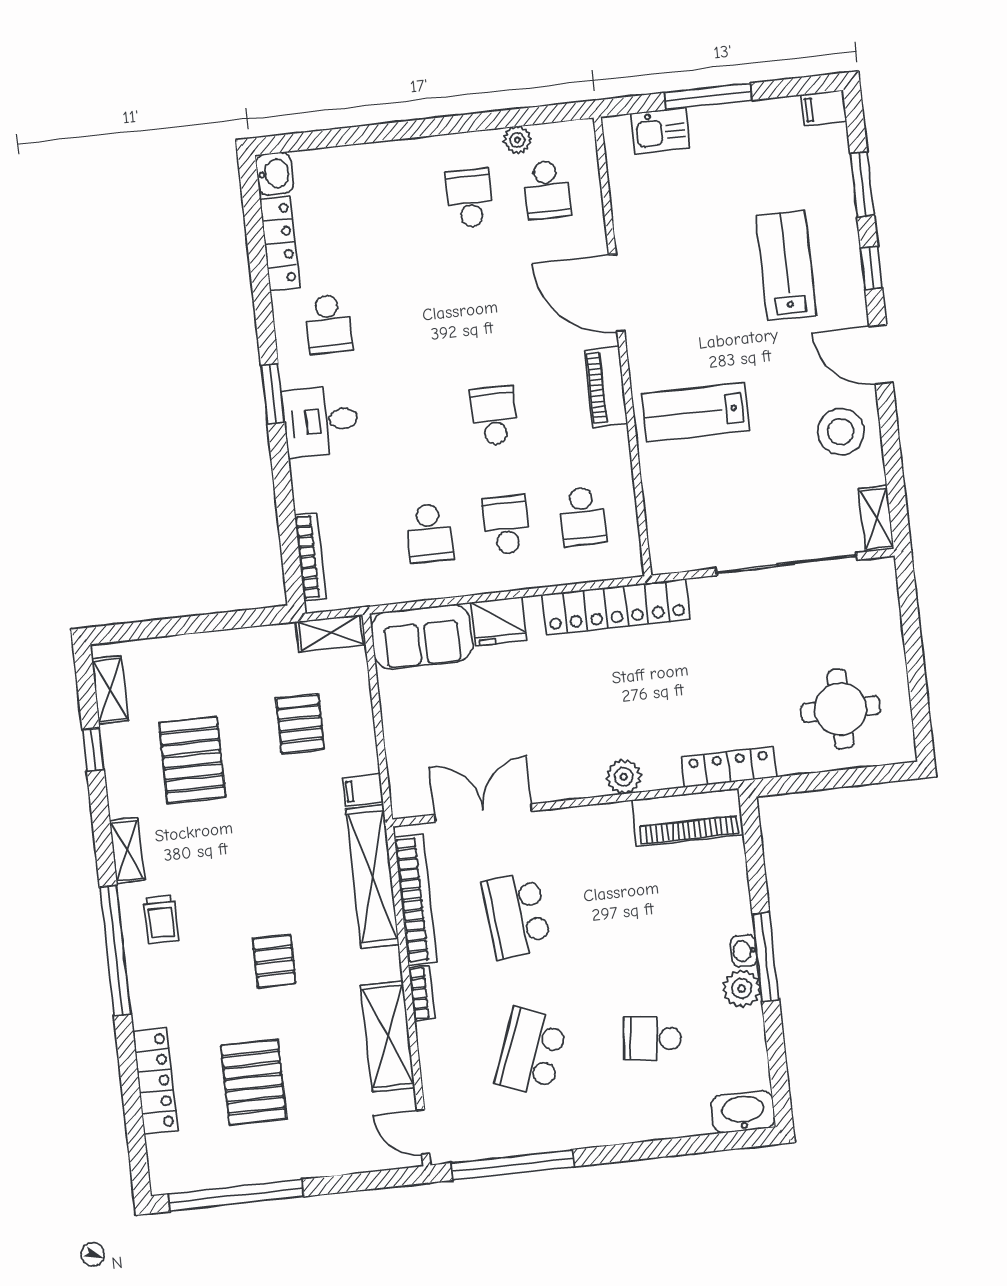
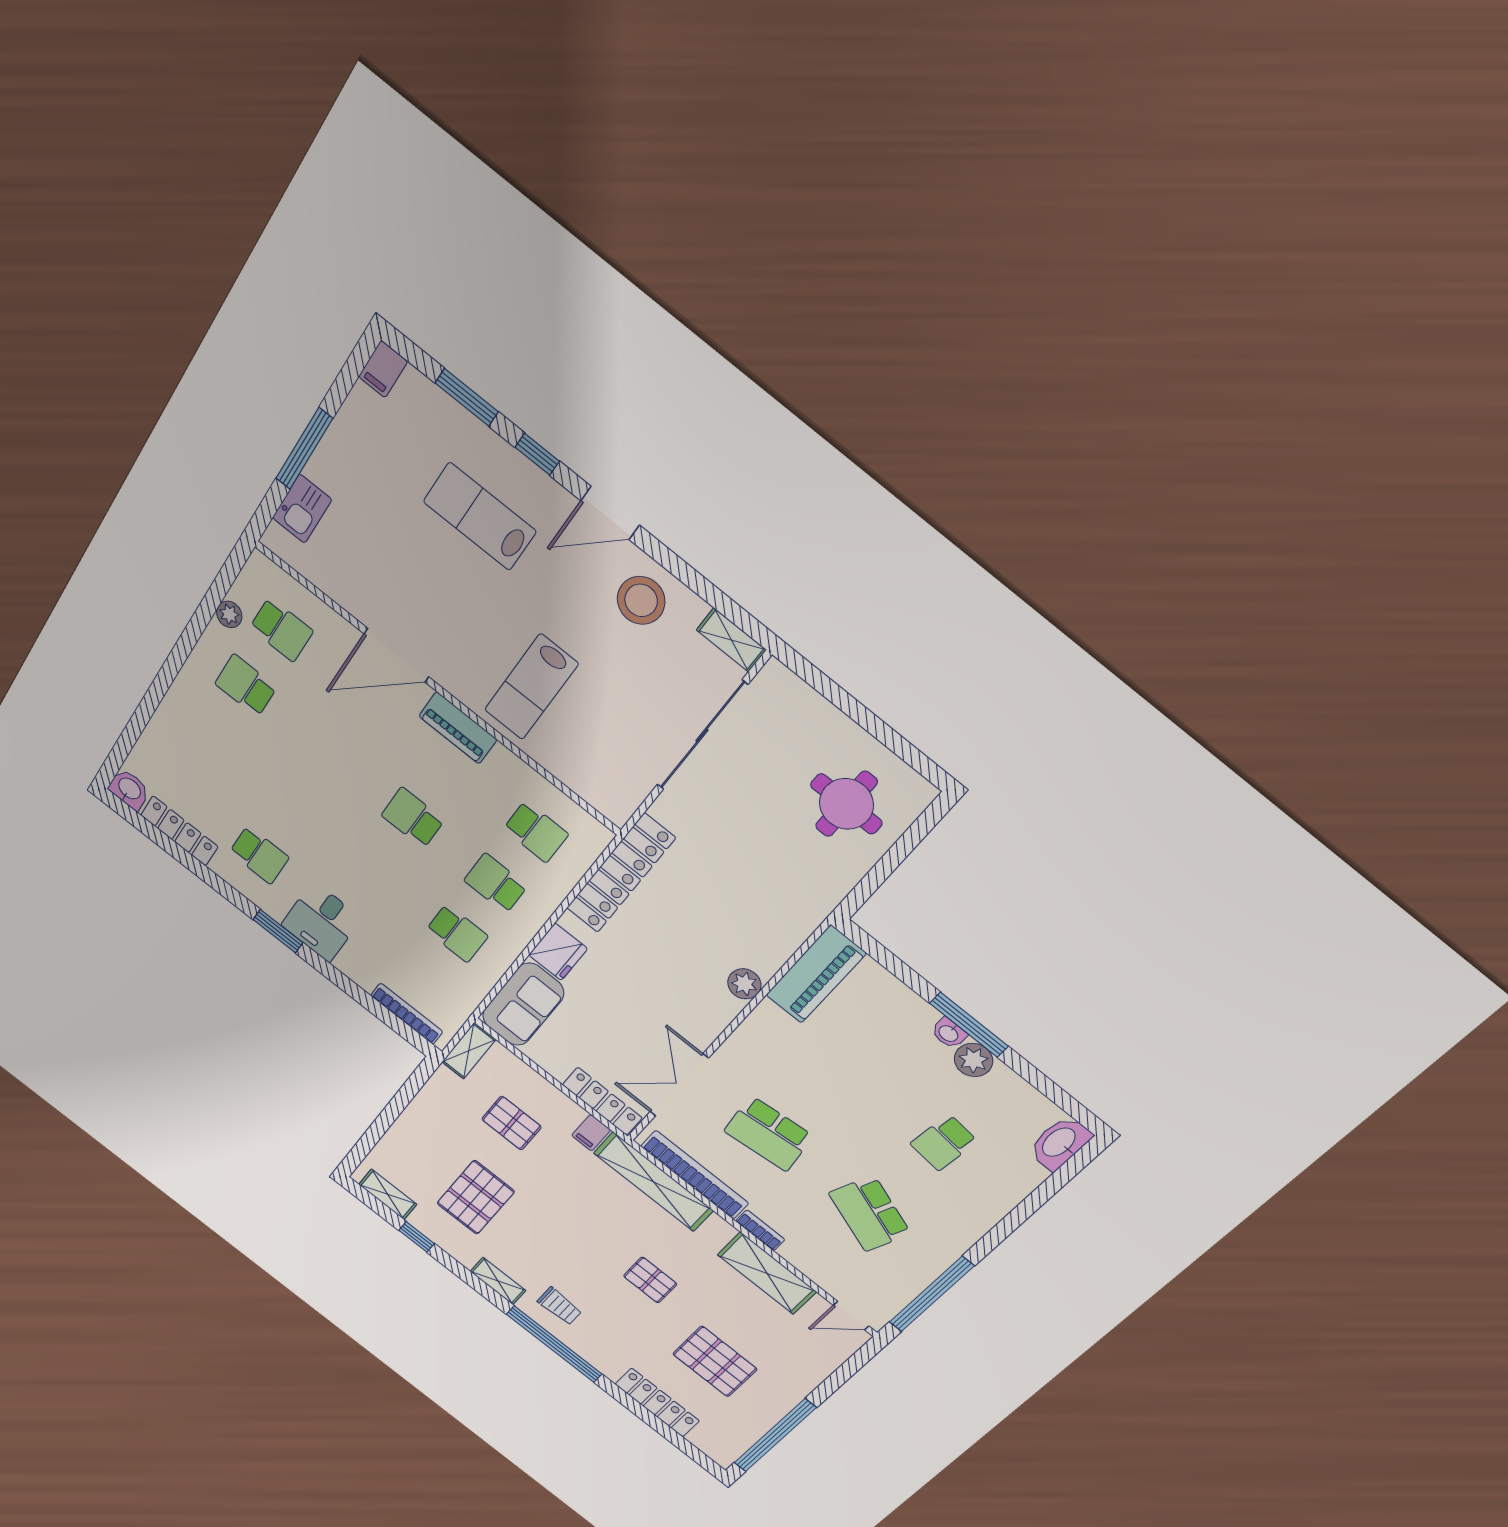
pallet: (192, 760) -> (476, 1197), turned 90
locker: (729, 767) -> (602, 1101), moved, turned 90

